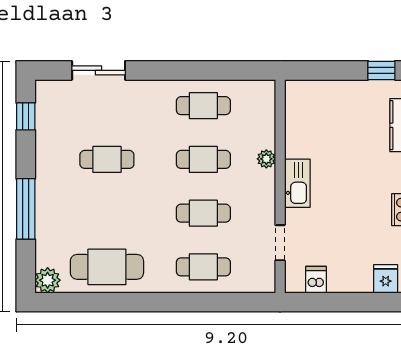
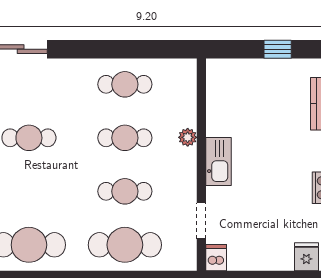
window: (381, 70) -> (278, 49), moved
cafe table: (203, 267) -> (125, 245), width x1.37, depth x1.35
dishwasher: (316, 280) -> (216, 258), moved

